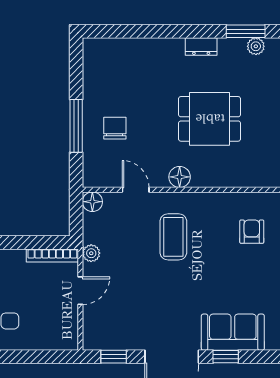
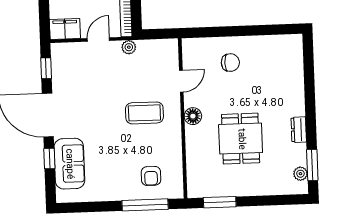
window: (76, 126) -> (231, 31), removed
floor lamp: (92, 202) -> (170, 47), removed
armchair: (252, 232) -> (151, 176), turned 90
door: (80, 291) -> (98, 40), swing flipped
filing cabinet: (66, 332) -> (65, 29), added

